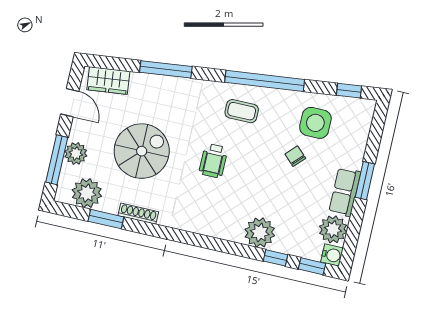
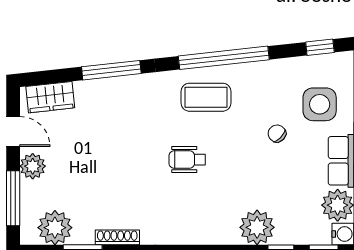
coffee table: (242, 111) -> (206, 97), width x1.36, depth x1.30
side table: (315, 123) -> (320, 104), moved
spiral stairs: (142, 151) -> (105, 167), removed
plant: (76, 154) -> (33, 166), moved
wheelchair: (213, 161) -> (187, 160), turned 90

